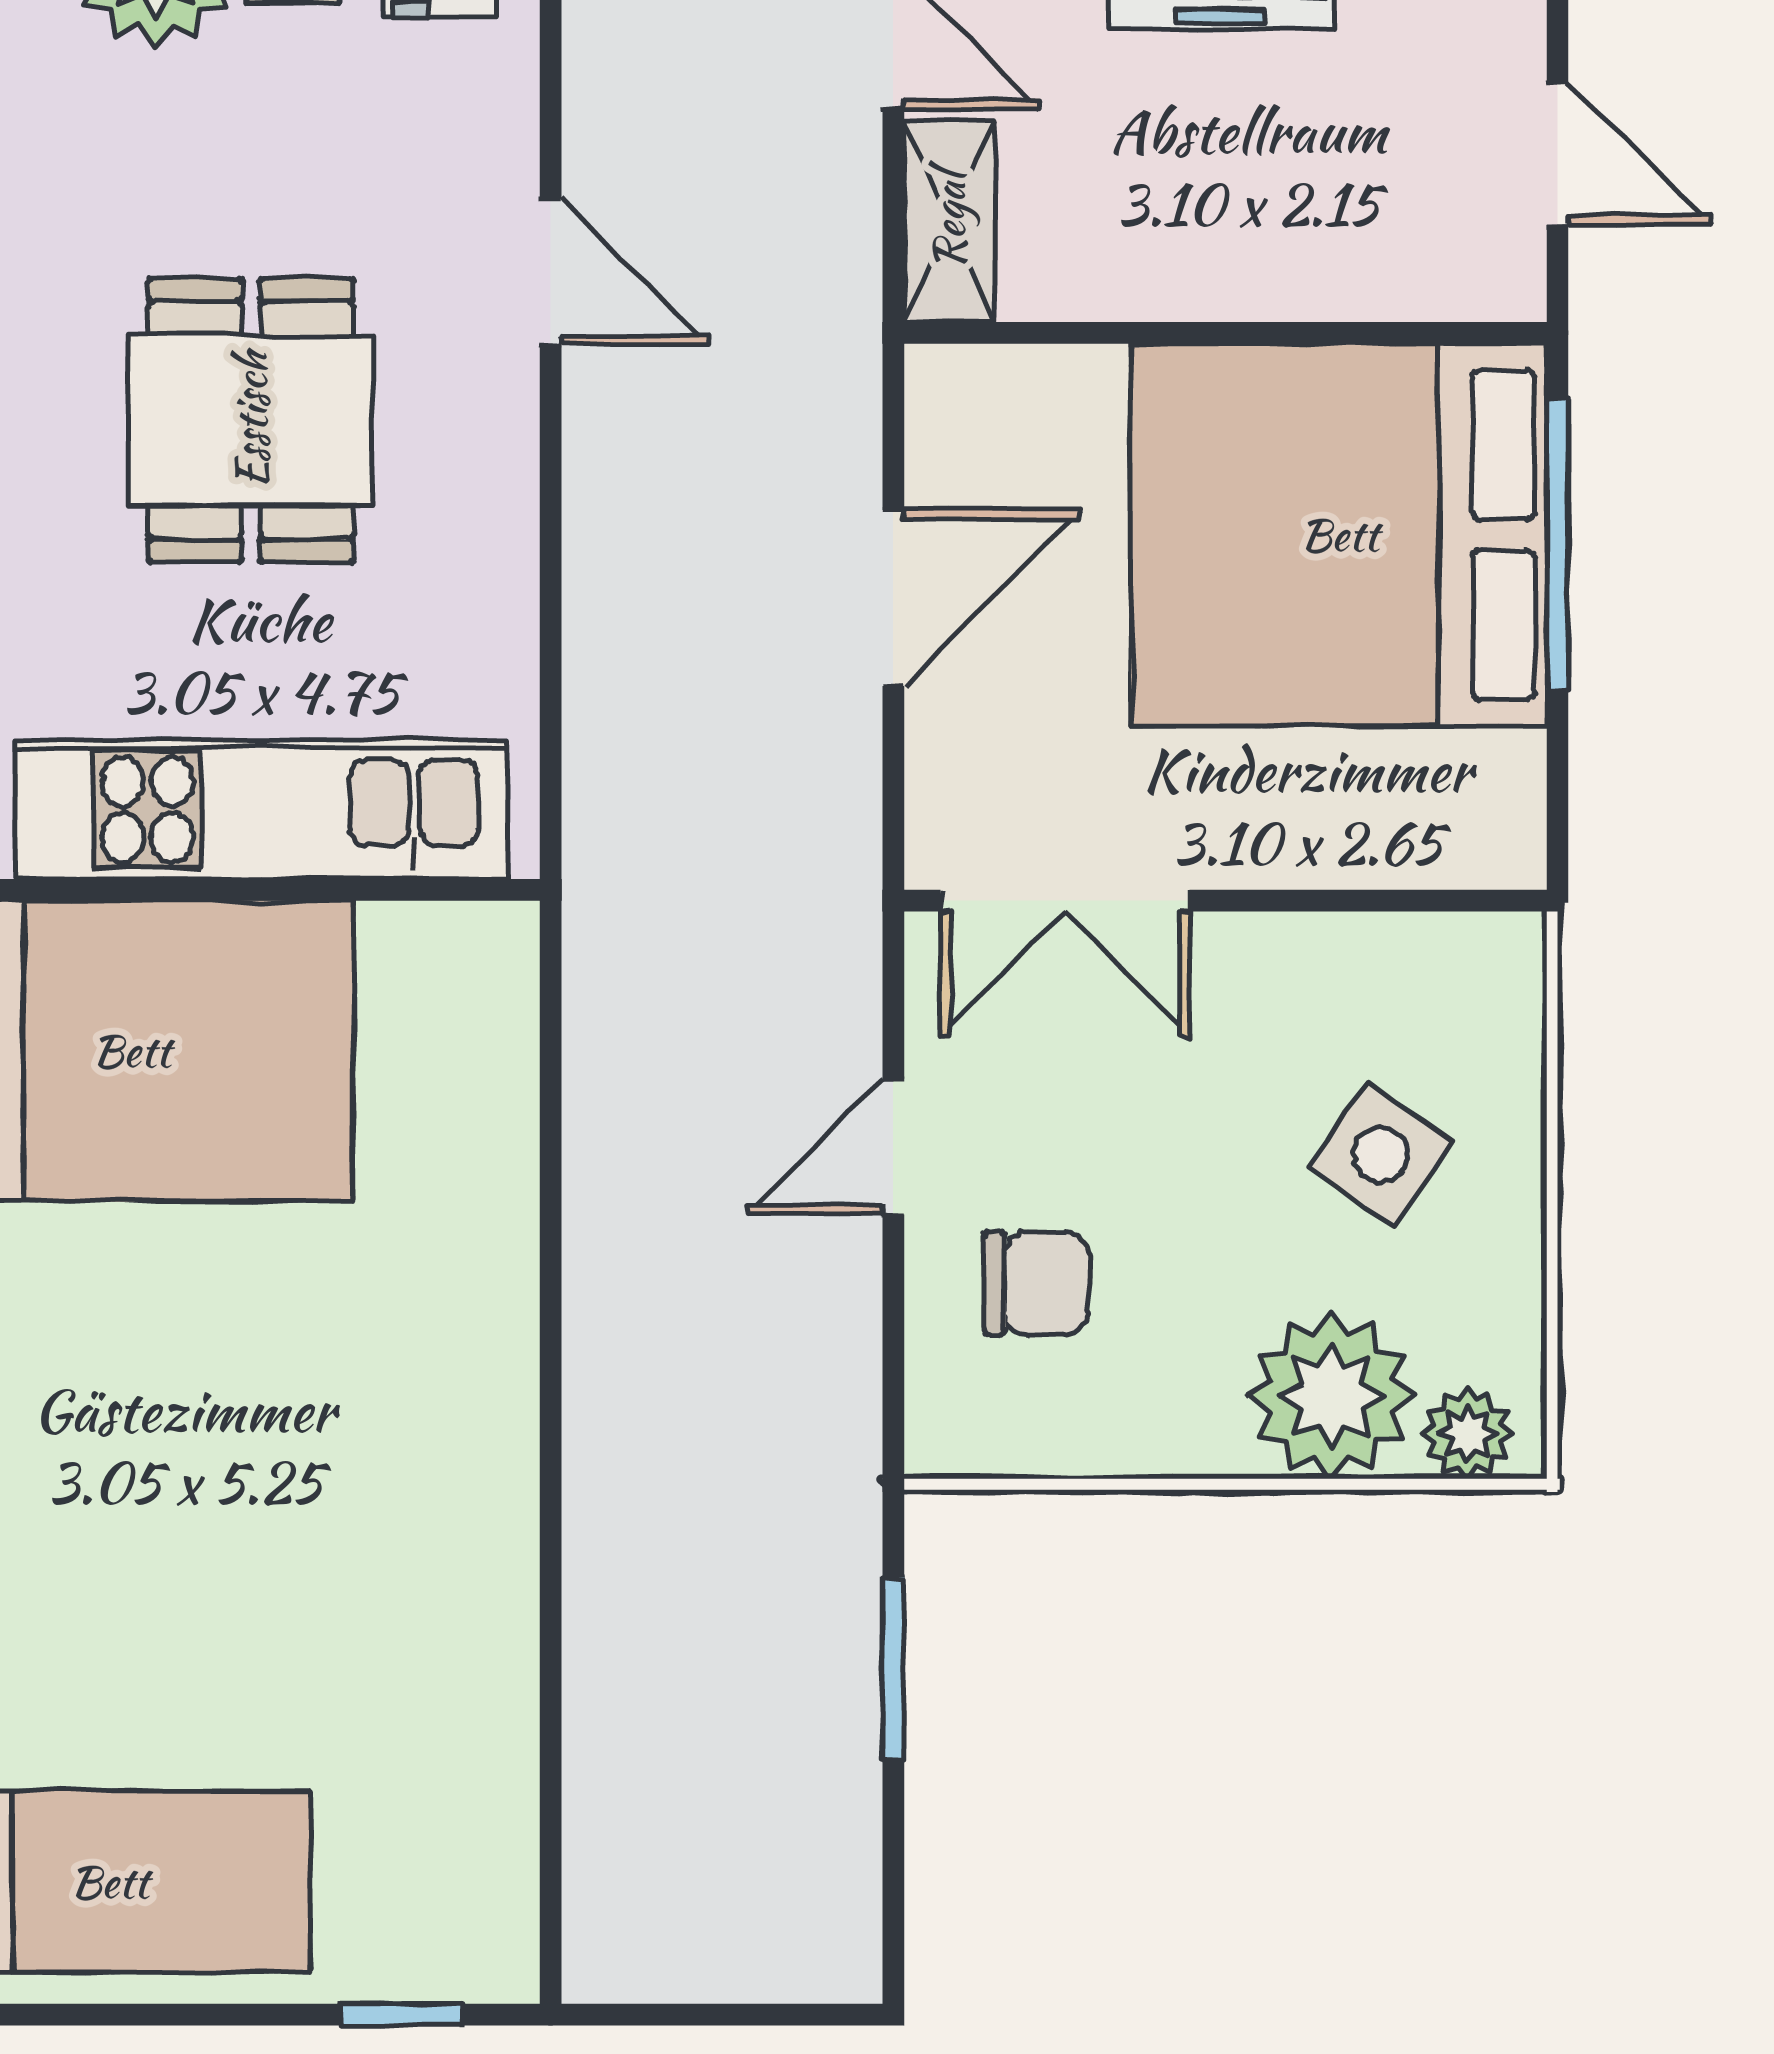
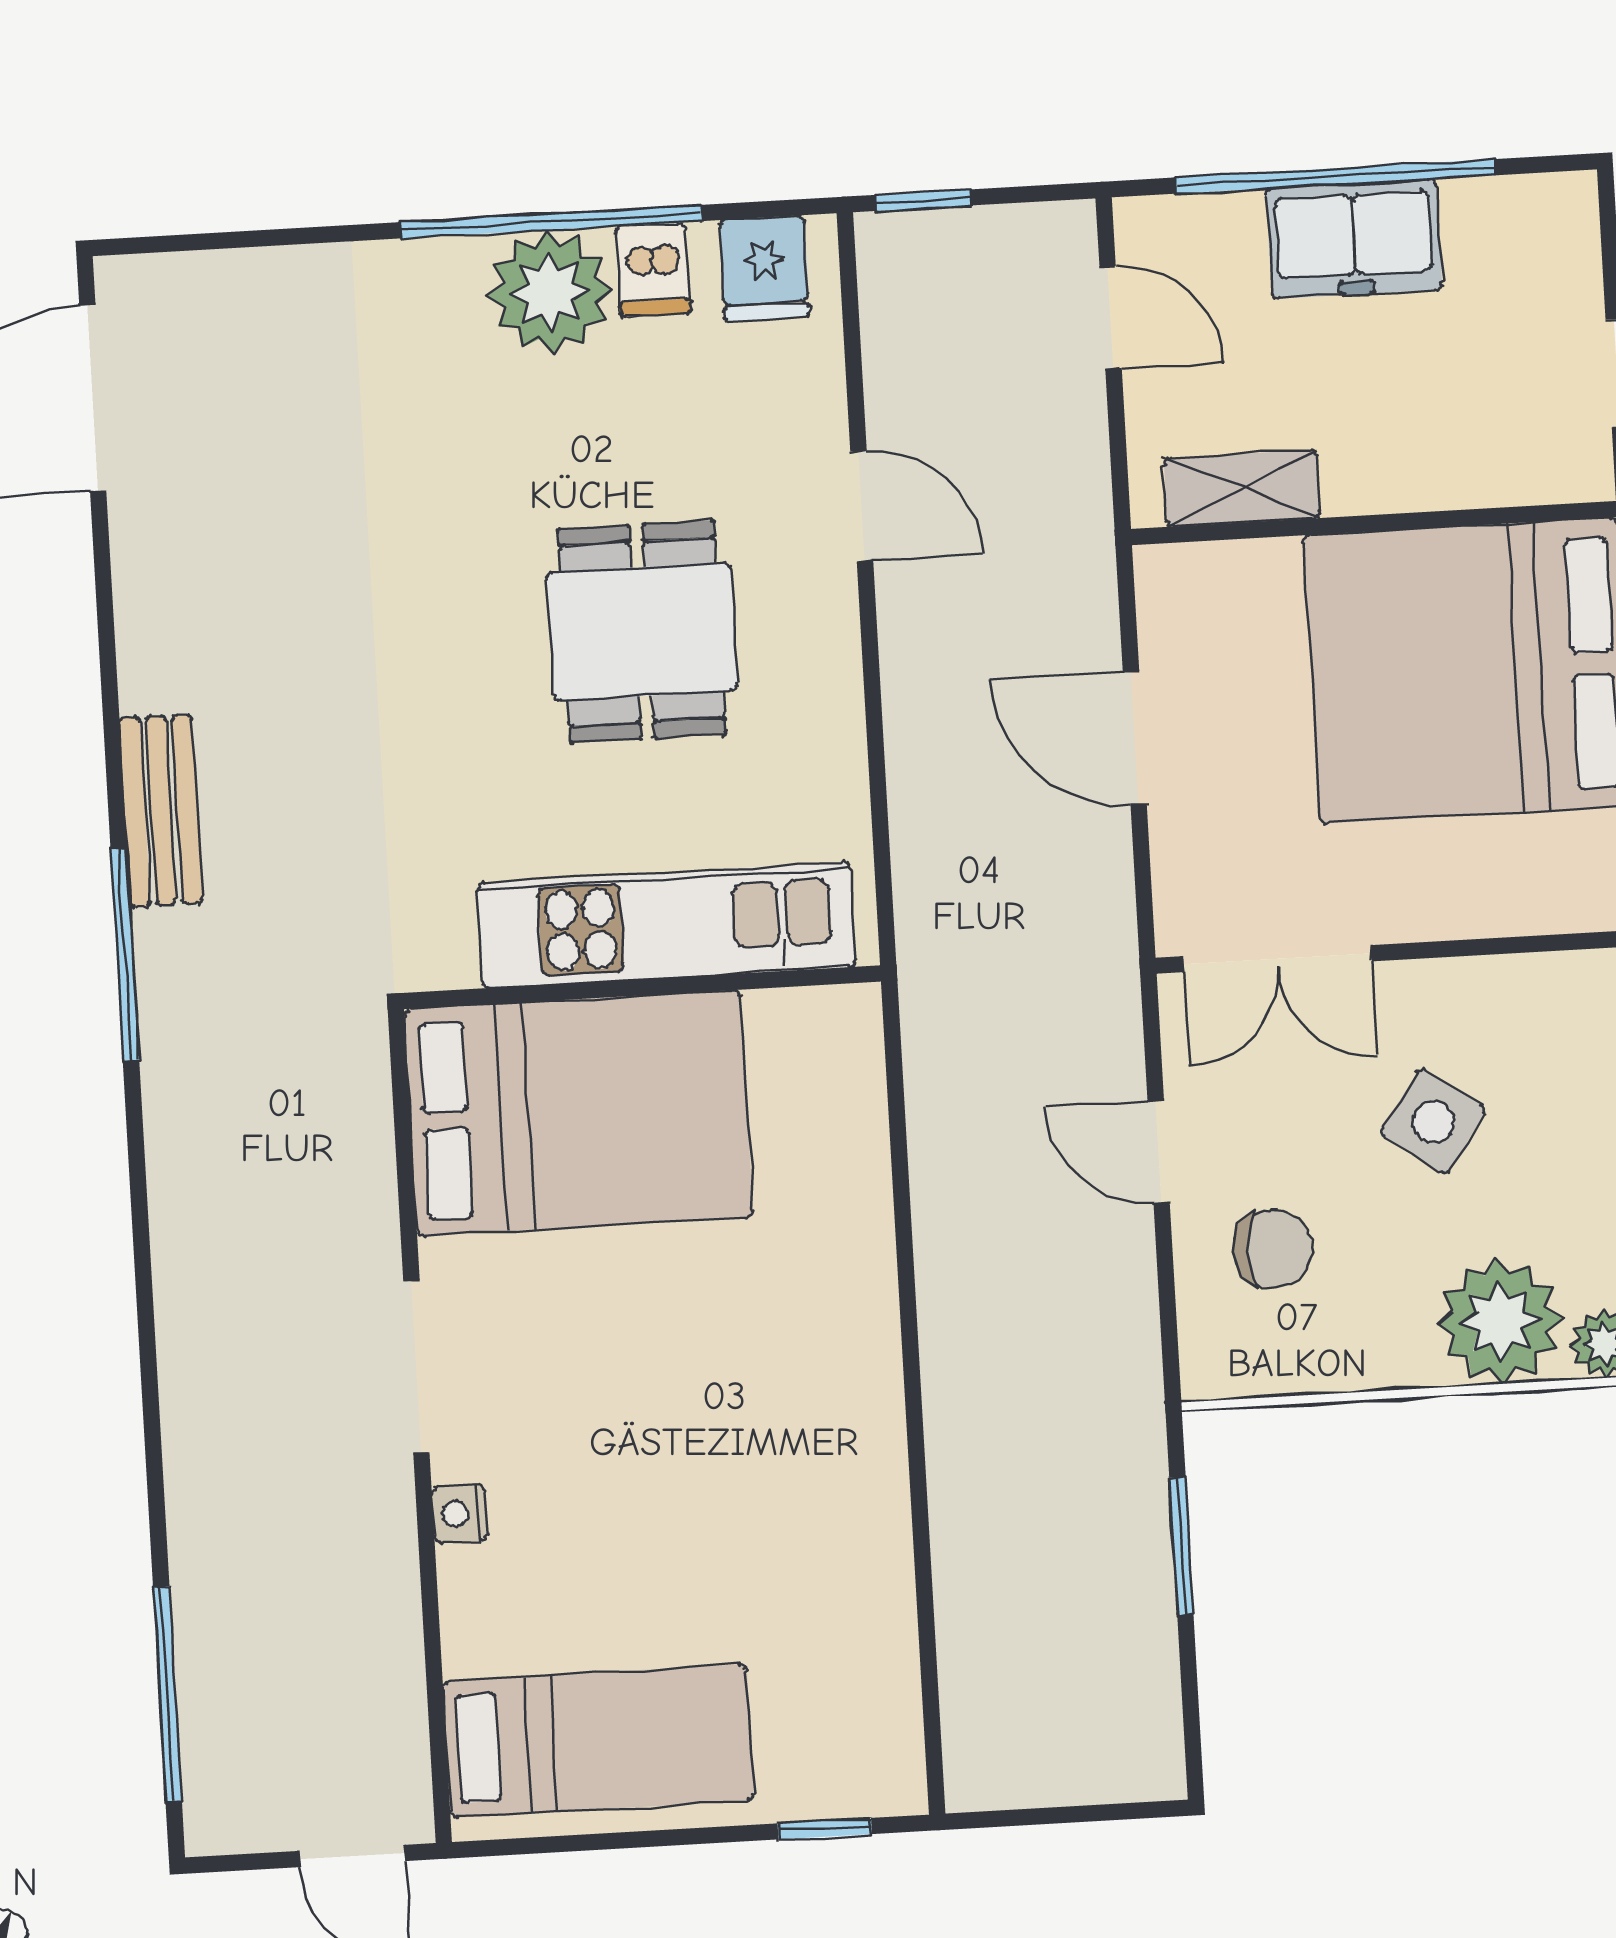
shelving: (949, 221) -> (1242, 488), moved, turned 90
door: (893, 598) -> (1135, 738), swing flipped
door: (893, 1147) -> (1159, 1152), hinge flipped
side table: (1381, 1155) -> (1433, 1121), moved

